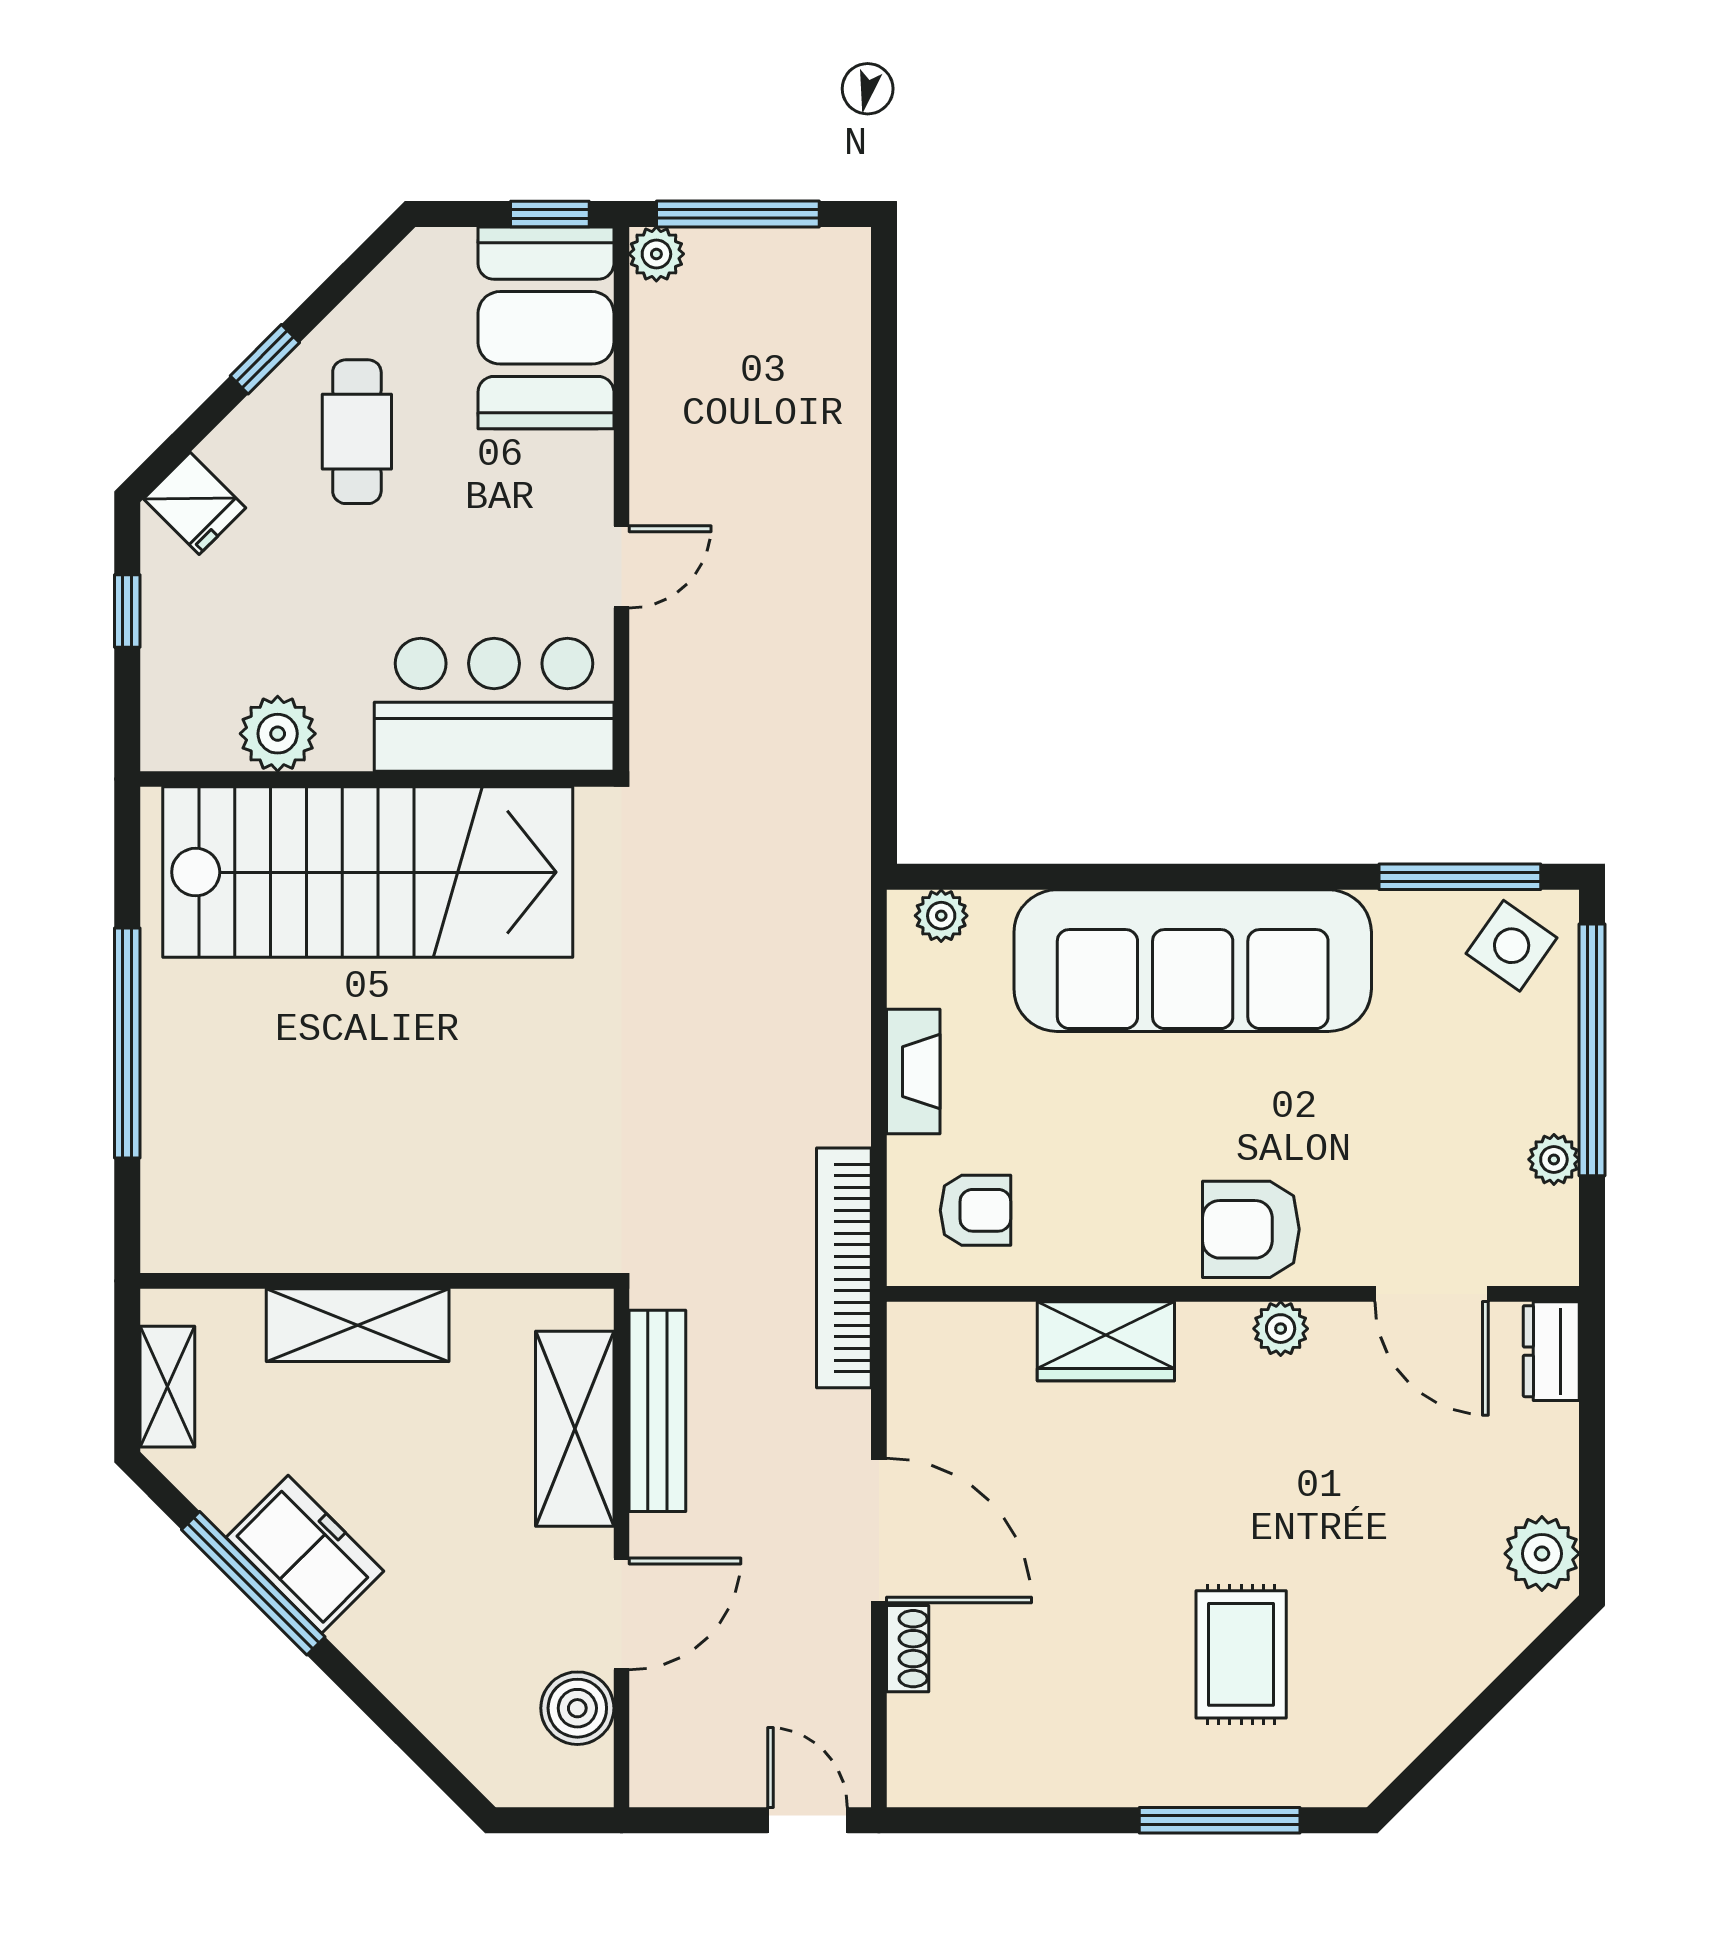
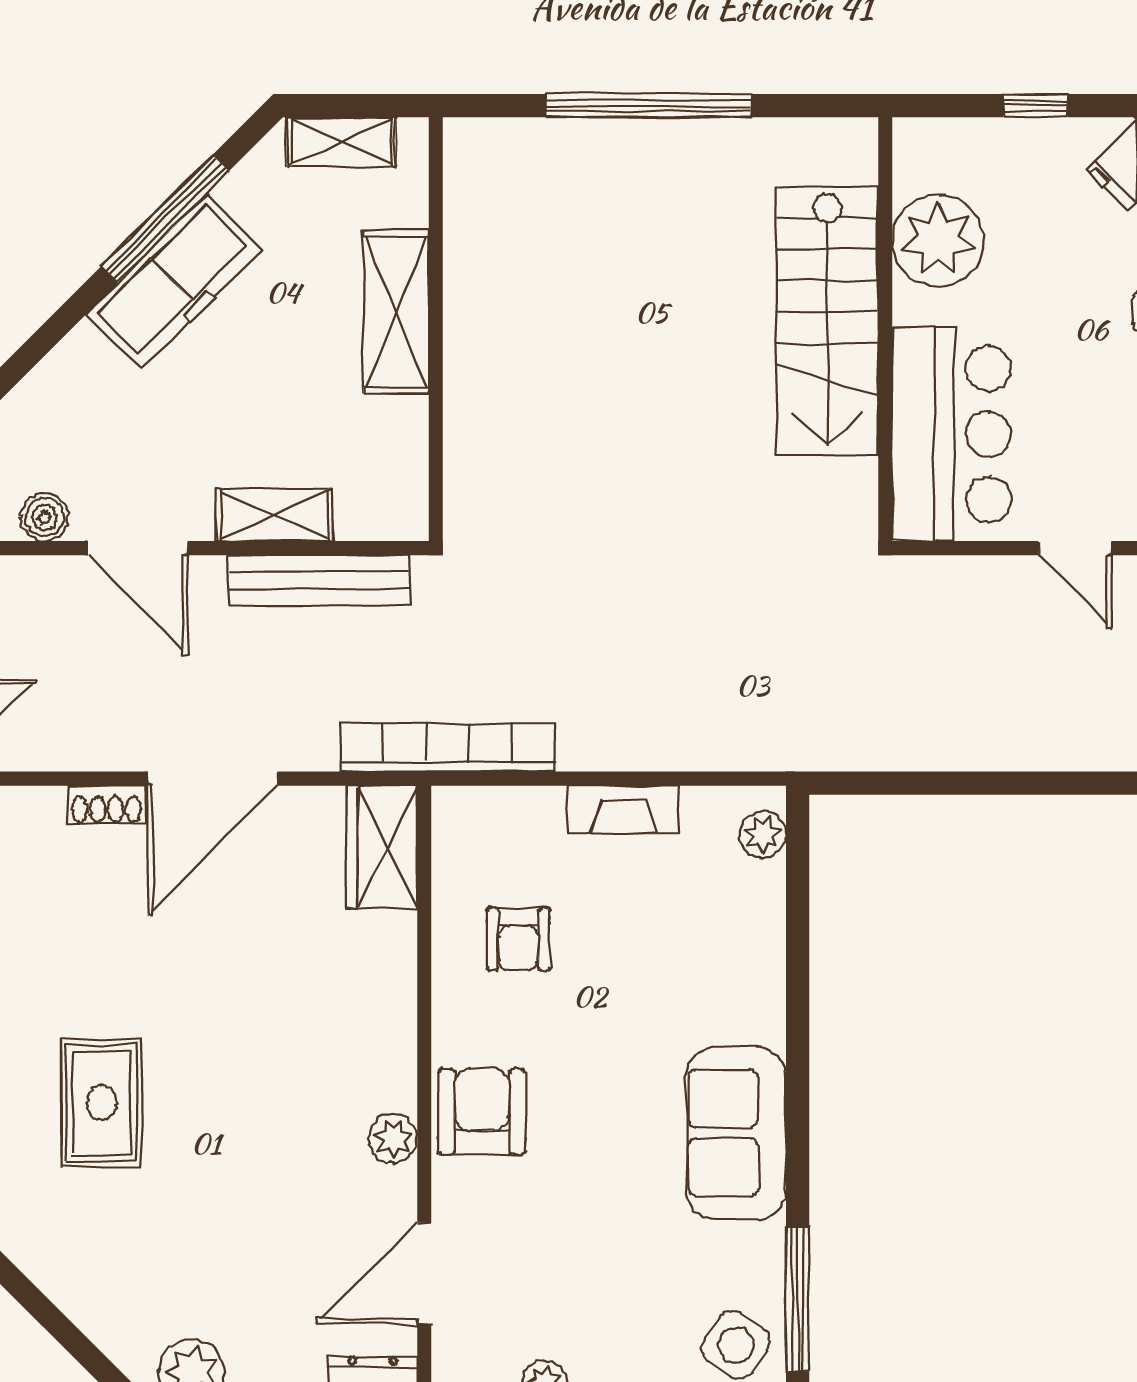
plant: (278, 734) -> (938, 240), width x1.36, depth x1.36
stairs: (368, 872) -> (828, 321), width x0.73, depth x0.66
sofa: (1193, 961) -> (736, 1133), width x0.54, depth x0.79
armchair: (976, 1210) -> (518, 939), moved
wardrobe: (1106, 1341) -> (382, 847), moved
shelving: (575, 1429) -> (274, 515), width x0.67, depth x0.75
freezer: (305, 1554) -> (174, 282), width x1.40
rug: (1241, 1654) -> (102, 1103), turned 90
boiler: (577, 1708) -> (45, 517), width x0.73, depth x0.73

